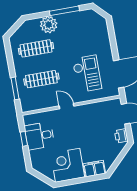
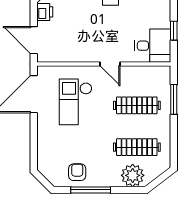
armchair: (77, 22) -> (77, 172), added
plant: (49, 25) -> (133, 175), moved
desk: (39, 136) -> (153, 46), moved

